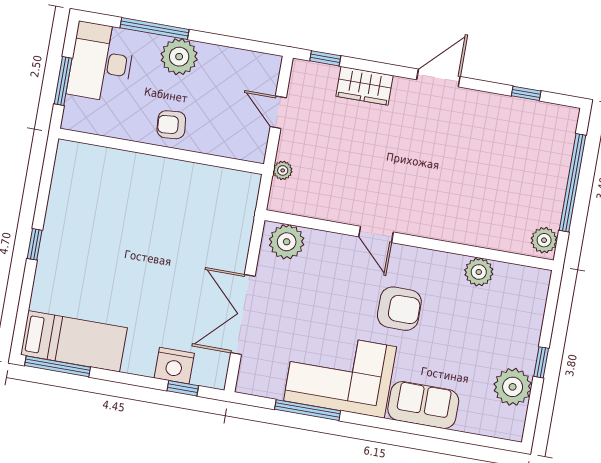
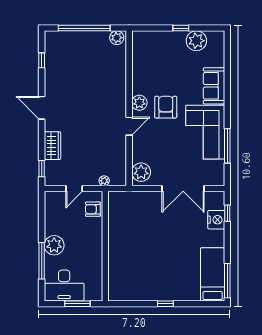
armchair: (171, 125) -> (93, 209), moved, turned 95
plant: (479, 272) -> (139, 103), moved

